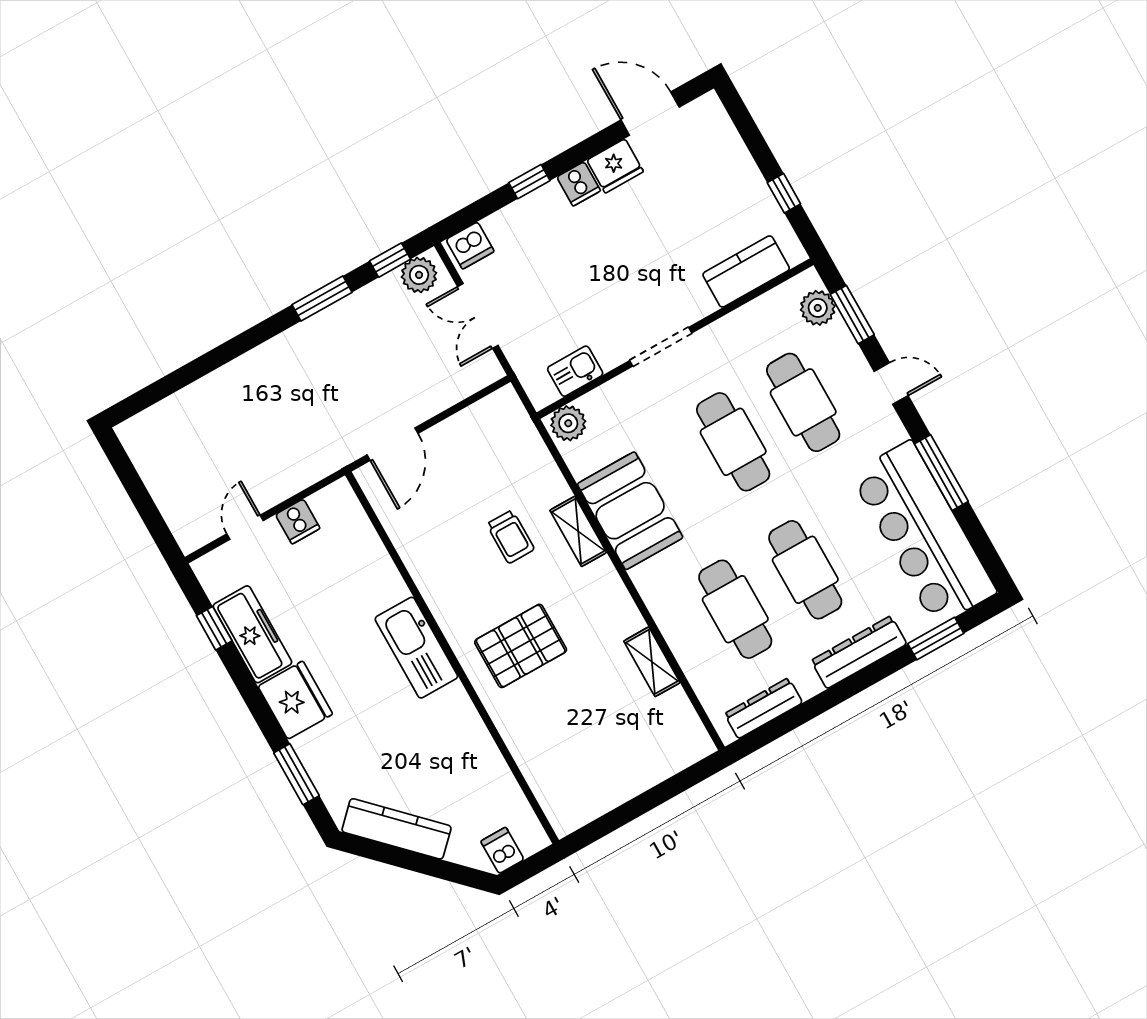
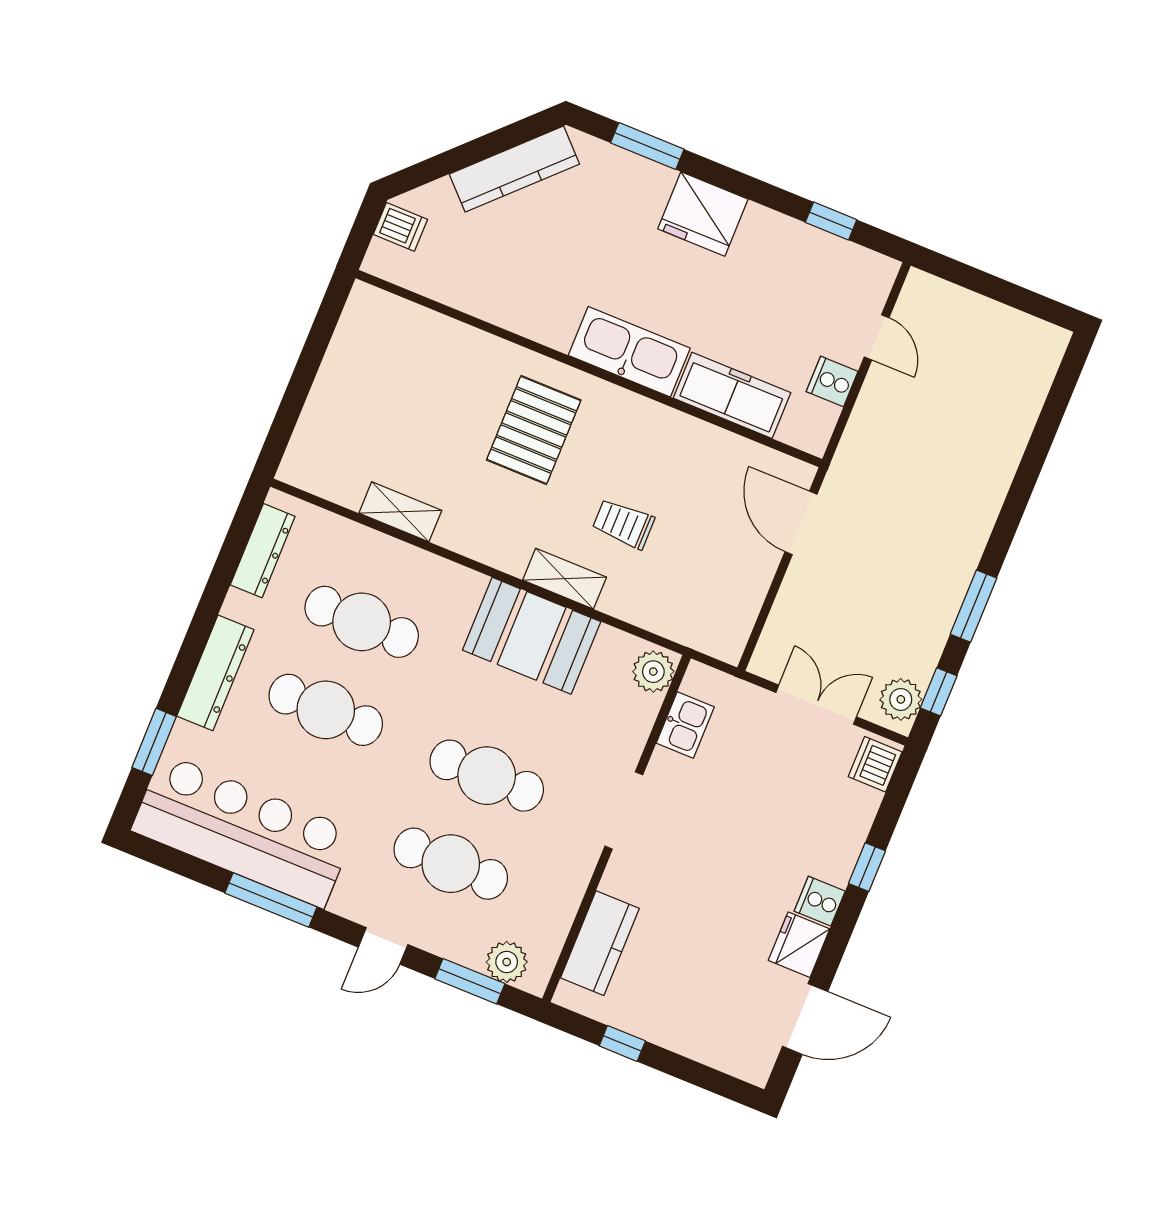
freezer: (252, 634) -> (732, 395), moved, turned 180

